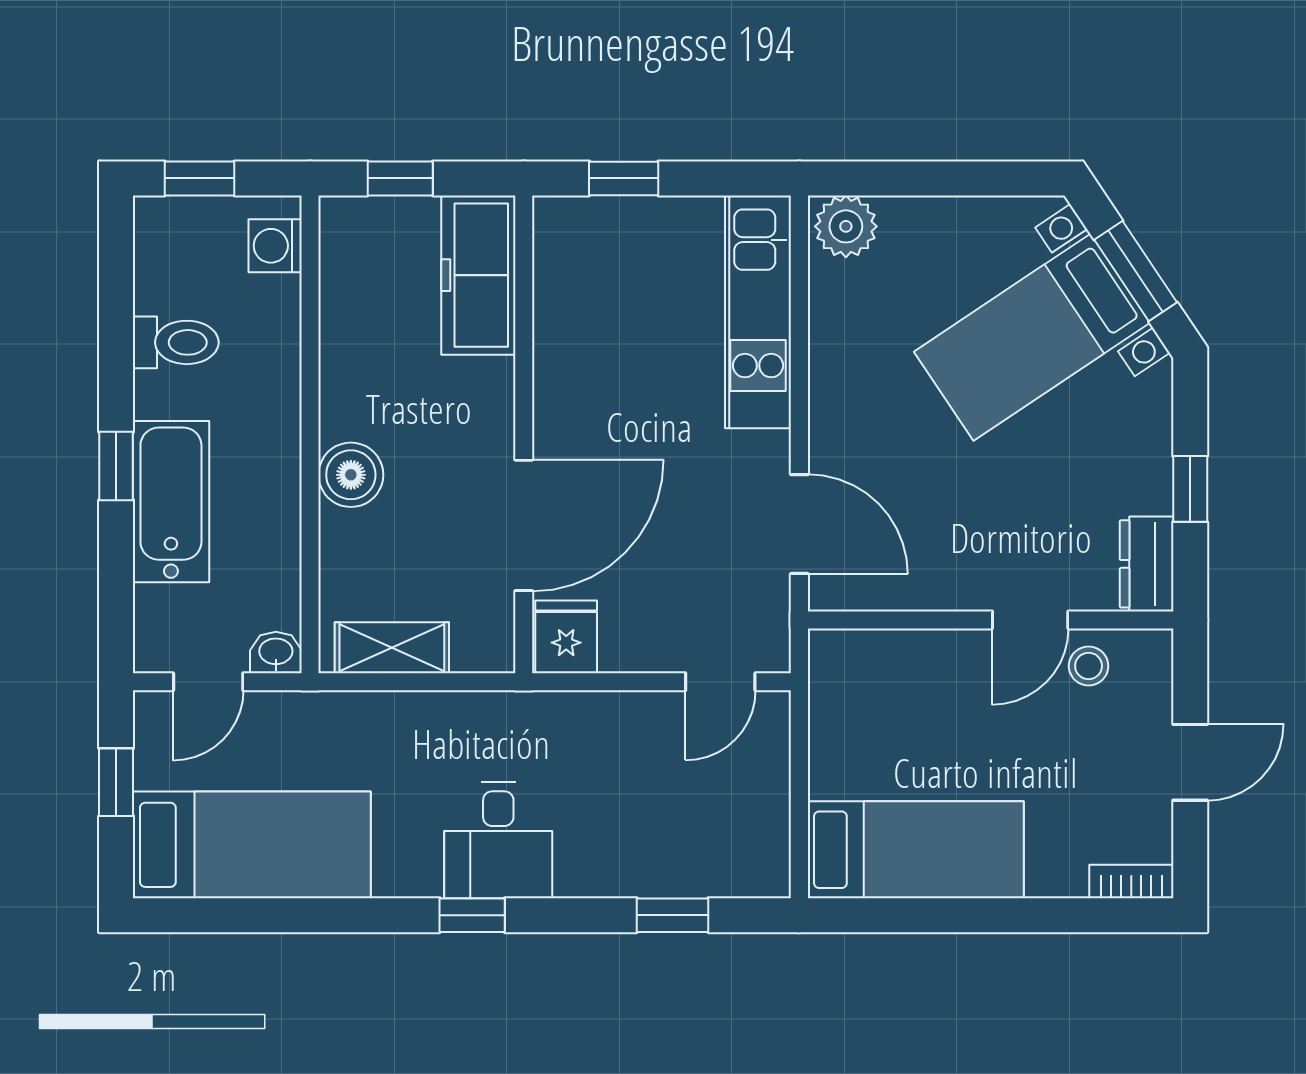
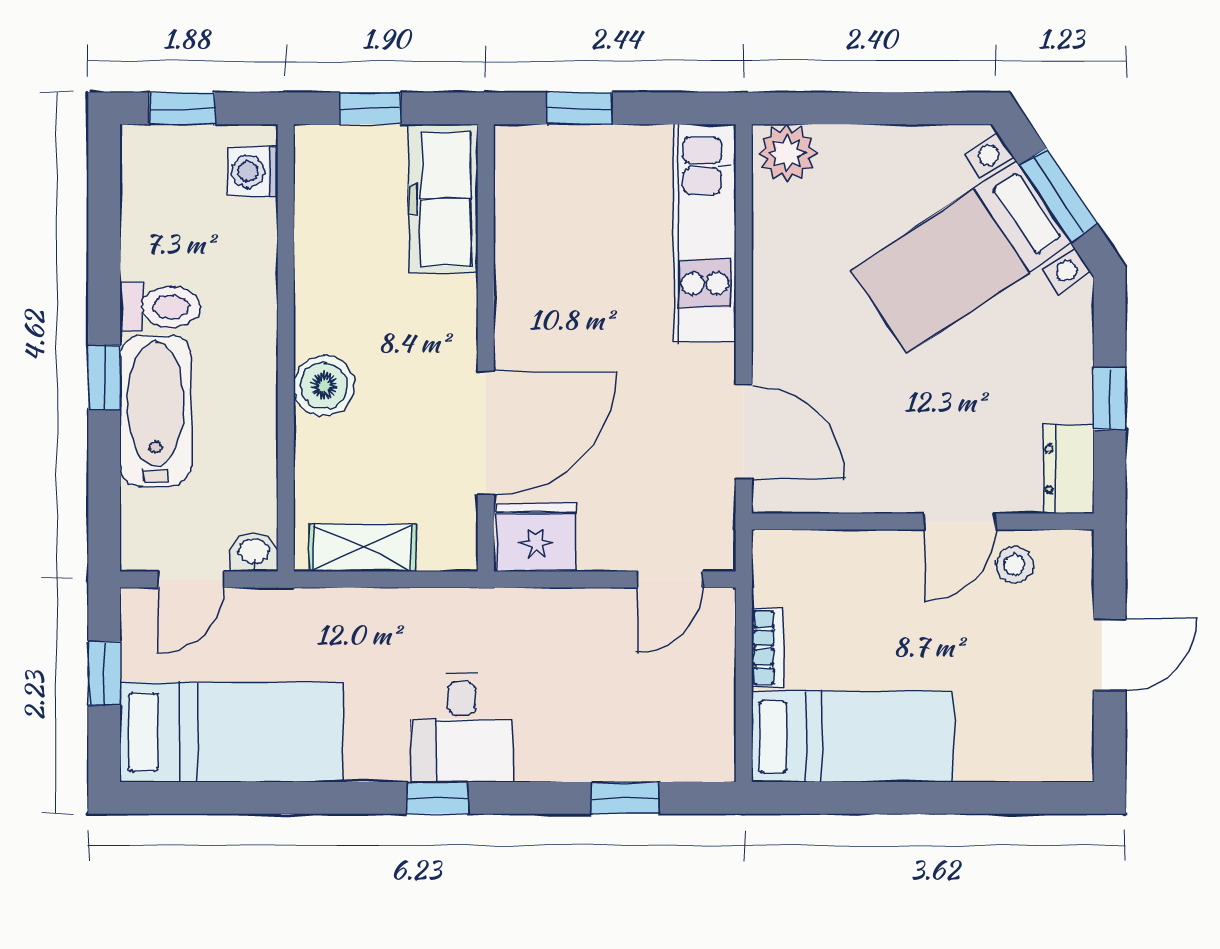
toilet: (176, 342) -> (160, 307), moved
fridge: (566, 637) -> (536, 537), width x1.38
bookcase: (1131, 882) -> (767, 648), moved, turned 90

